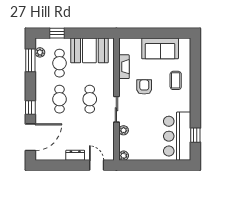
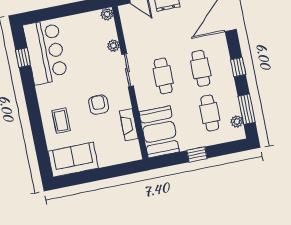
window: (57, 33) -> (197, 154), moved
sofa: (160, 48) -> (73, 160), moved
booth: (89, 50) -> (159, 132), moved, turned 90
armchair: (144, 87) -> (99, 105), turned 180
window: (30, 107) -> (238, 67), moved

